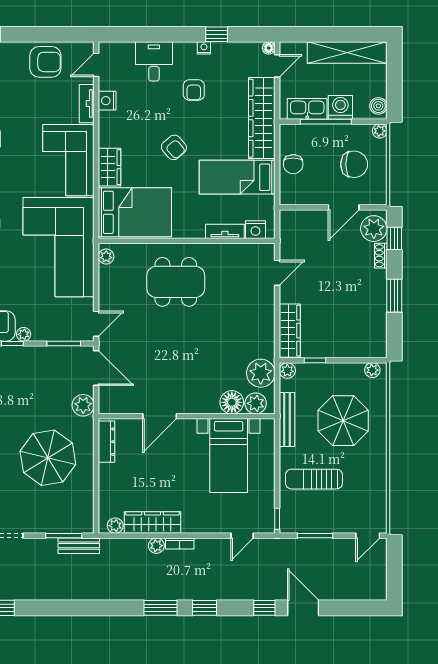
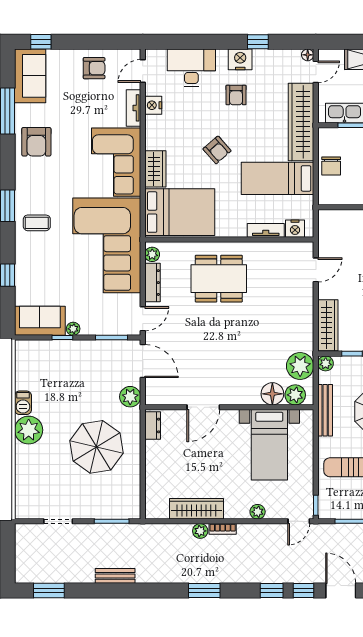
nightstand: (204, 48) -> (240, 59), width x1.89, depth x1.79
desk: (154, 61) -> (191, 68), width x1.37
armchair: (45, 62) -> (94, 68), width x0.72, depth x0.72
dresser: (106, 286) -> (152, 283), added
dresser: (107, 442) -> (153, 426), width x0.70
plant: (115, 526) -> (258, 512), moved
door: (242, 536) -> (299, 521), moved
bench: (79, 546) -> (115, 576), moved
window: (205, 608) -> (272, 591), moved

